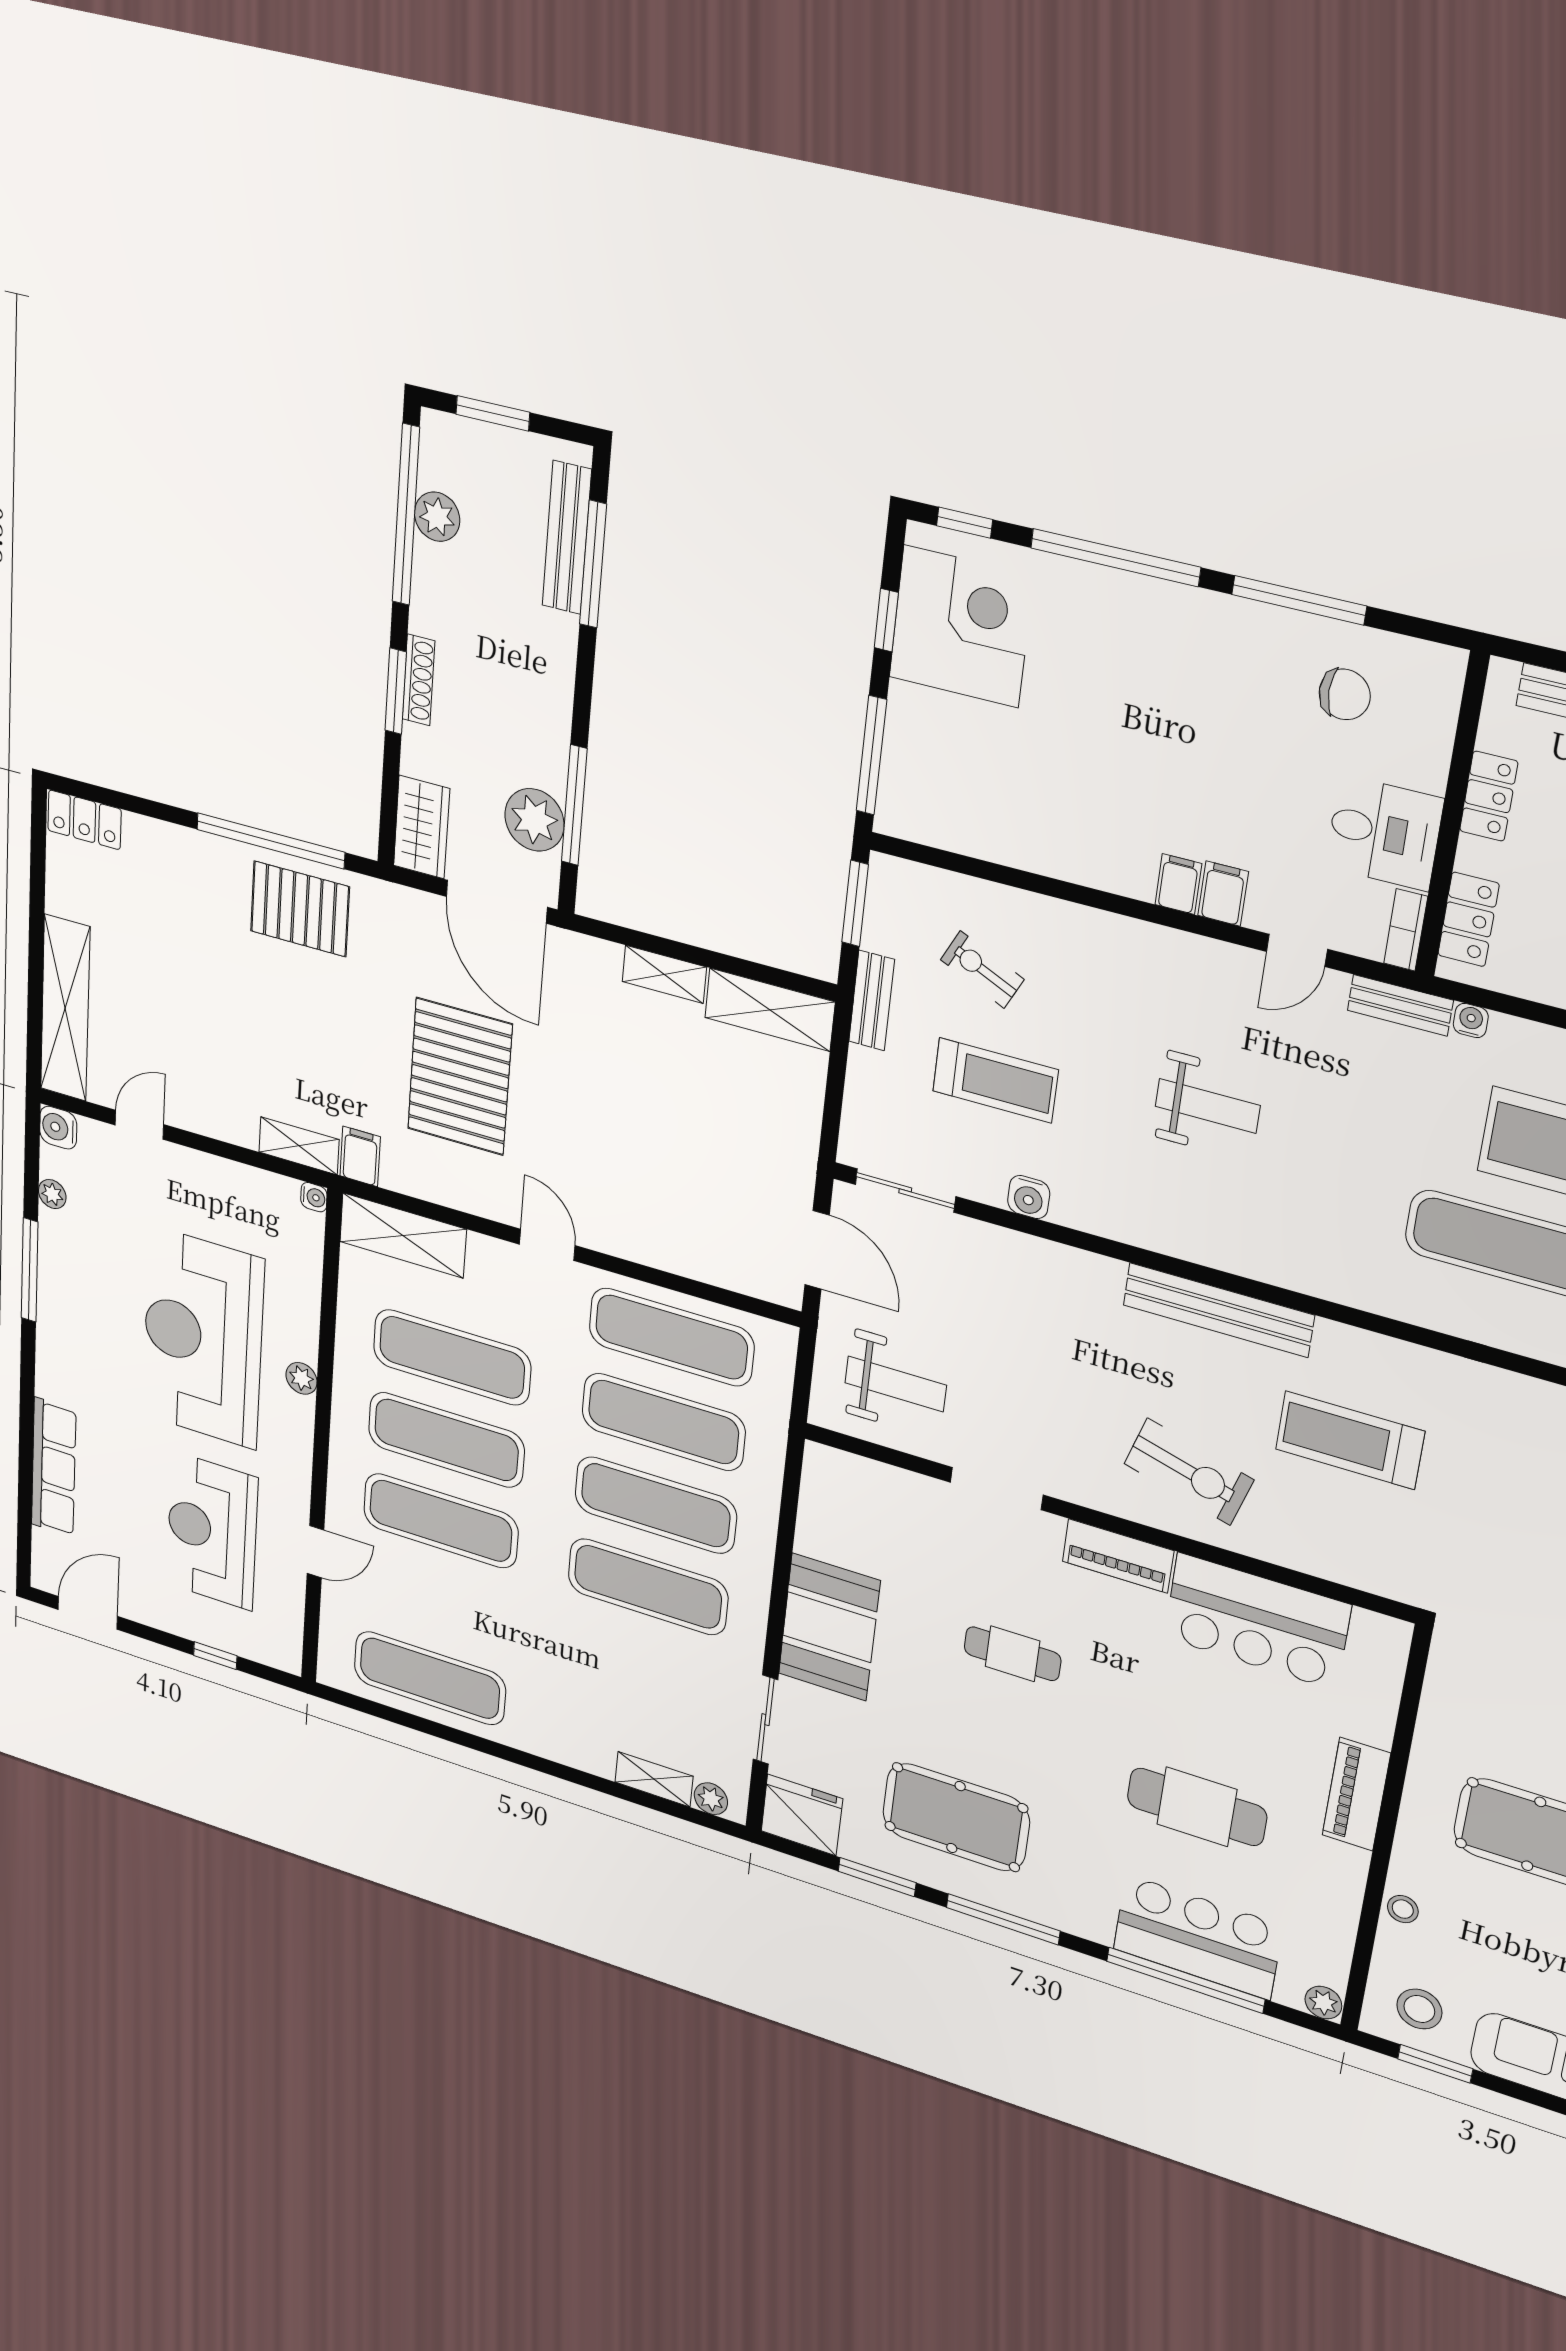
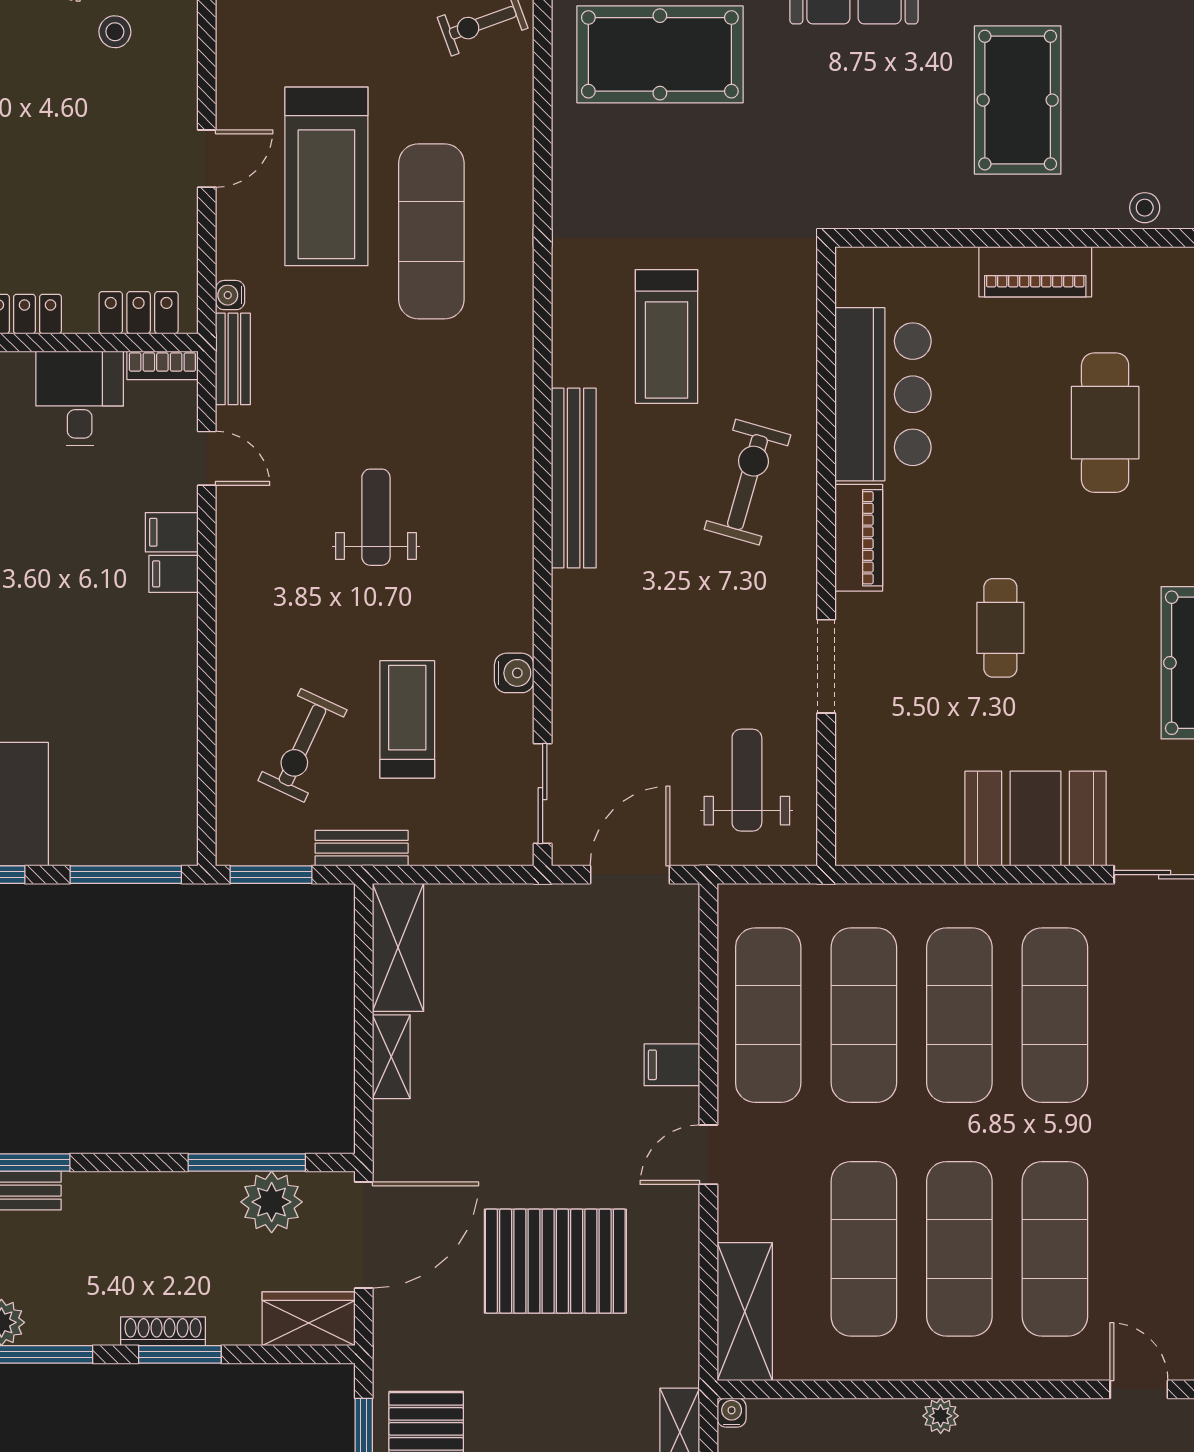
exercise bike: (982, 969) -> (302, 745), width x1.38, depth x1.39
filing cabinet: (360, 1156) -> (672, 1065), moved

